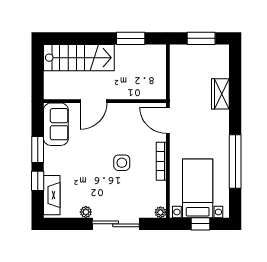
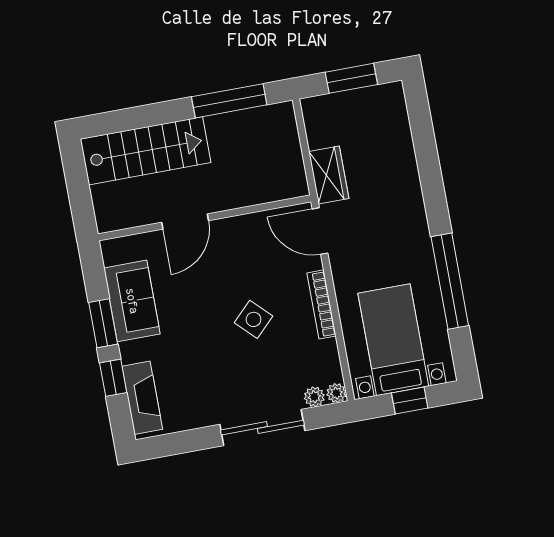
window: (131, 38) -> (229, 101), width x1.44
wardrobe: (220, 94) -> (329, 175), moved, turned 180
sofa: (56, 124) -> (132, 301), moved
side table: (122, 163) -> (254, 319), turned 45
plant: (86, 212) -> (314, 397), moved

